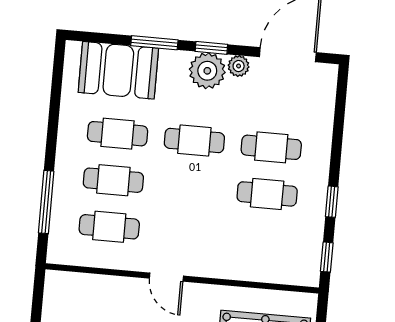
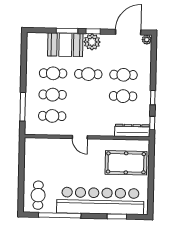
plant: (239, 66) -> (147, 40), moved
booth: (118, 70) -> (65, 45), moved
dresser: (282, 271) -> (132, 131), added

